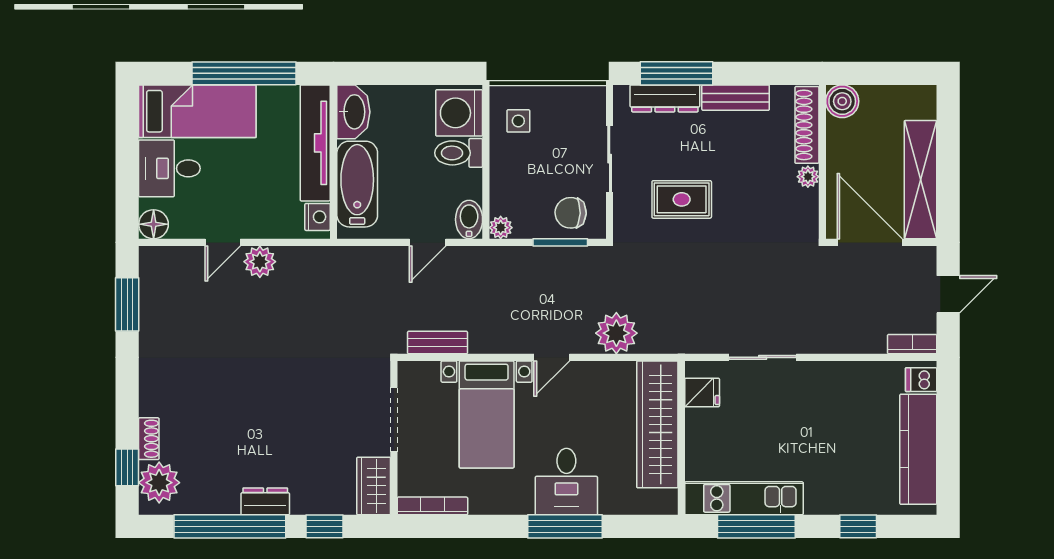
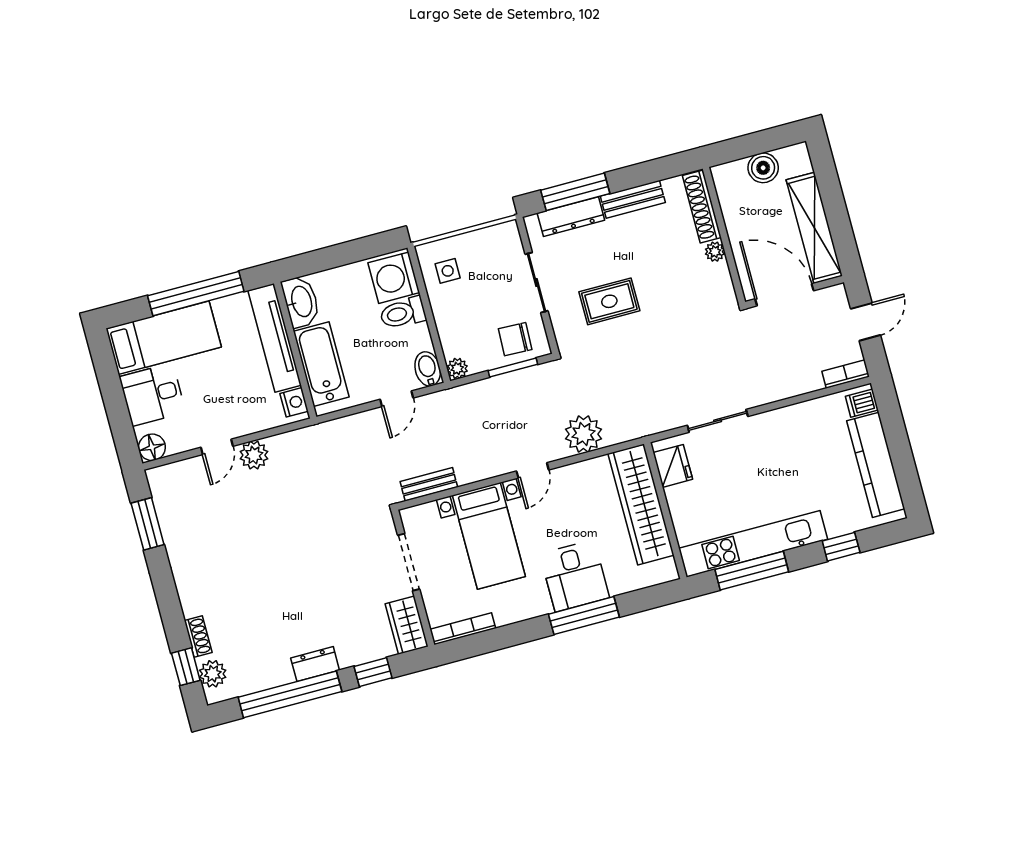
boiler: (842, 101) -> (763, 168), moved
fridge: (702, 393) -> (673, 466), width x1.38
plant: (159, 483) -> (213, 674), width x0.73, depth x0.73
kitchen unit: (744, 498) -> (753, 544), width x1.36

